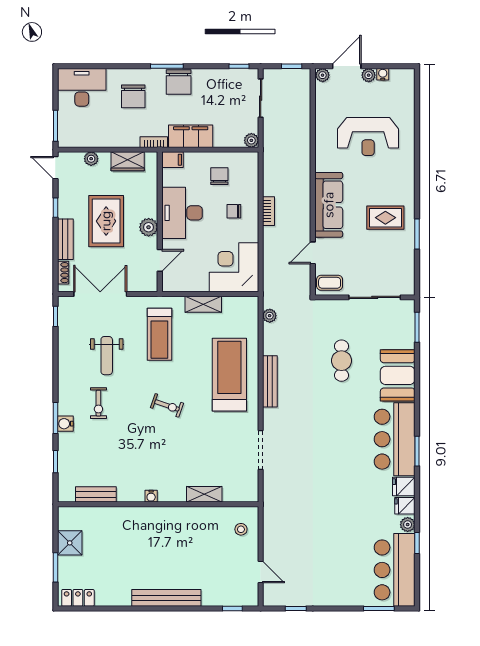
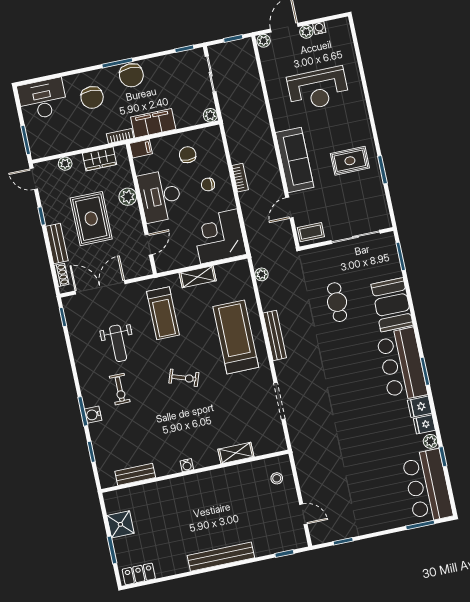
plant: (149, 227) -> (128, 197), moved

